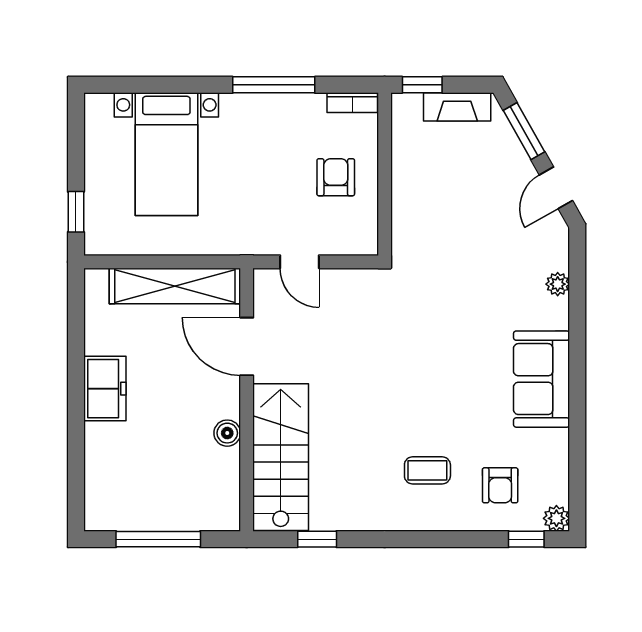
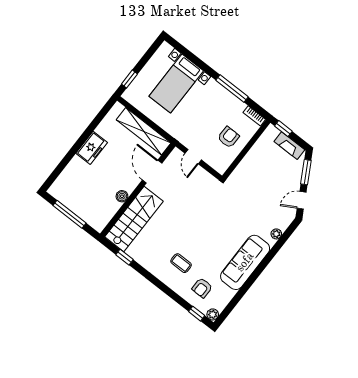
sofa: (542, 379) -> (245, 262), width x1.36

